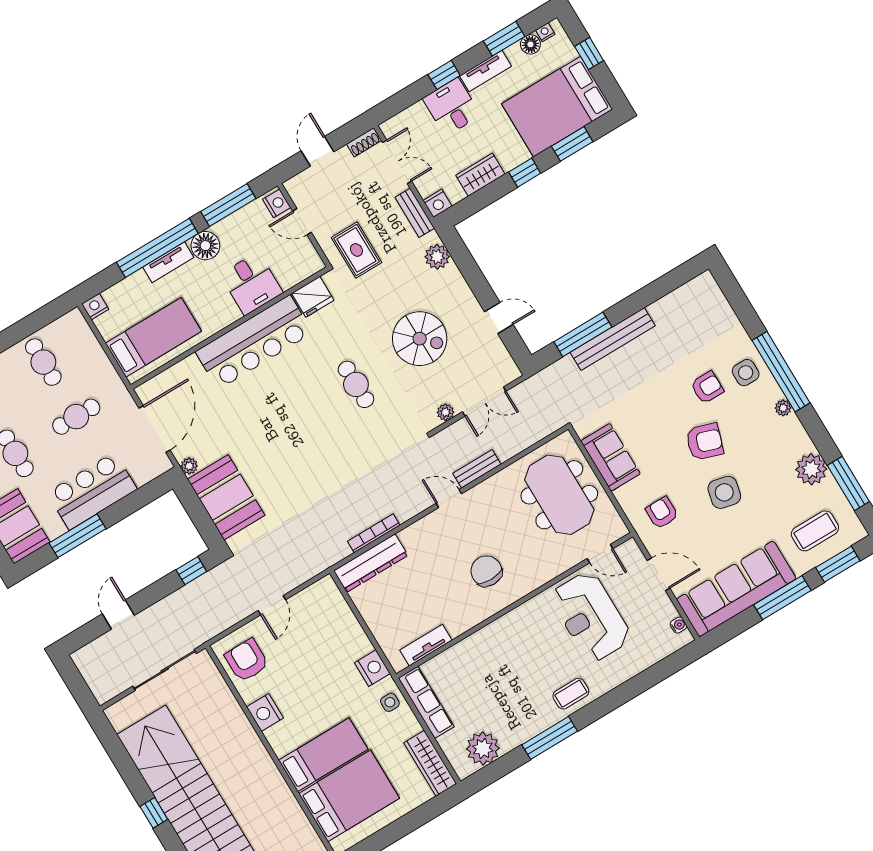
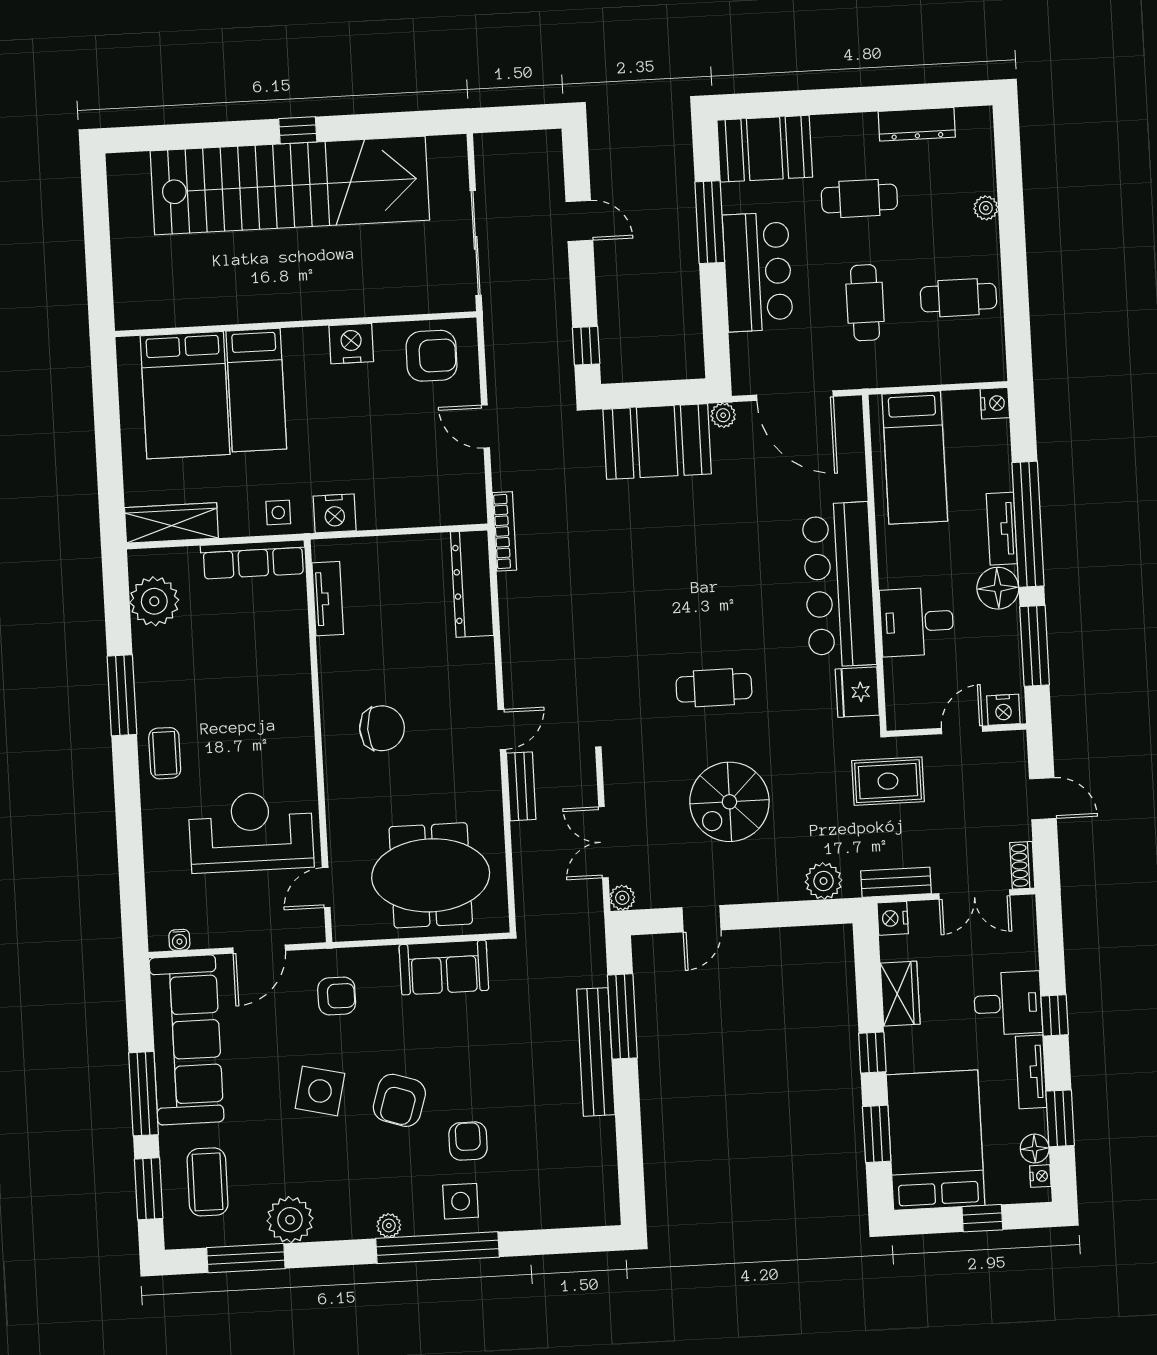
armchair: (707, 387) -> (468, 1141), turned 180
plant: (445, 412) -> (622, 898), moved
bookcase: (374, 533) -> (504, 531), moved

